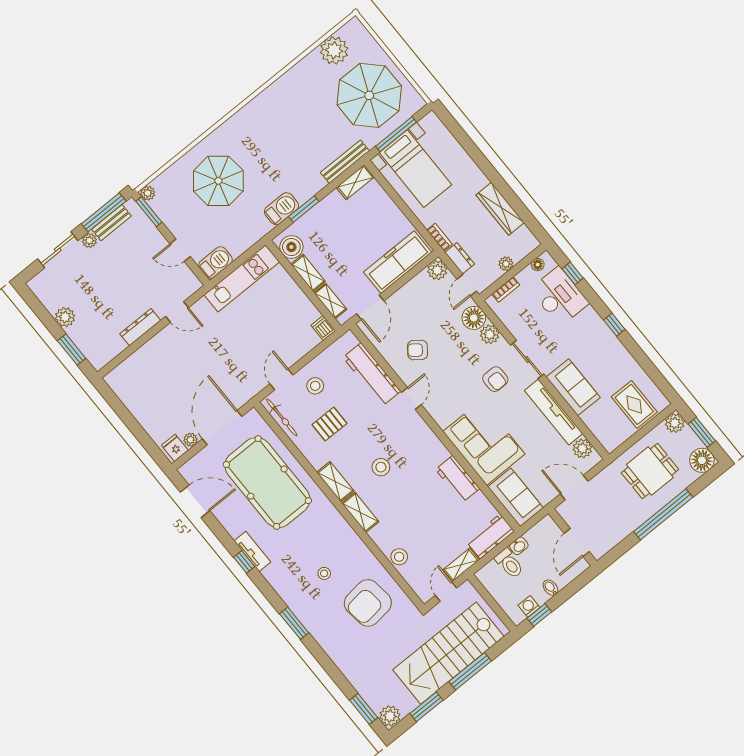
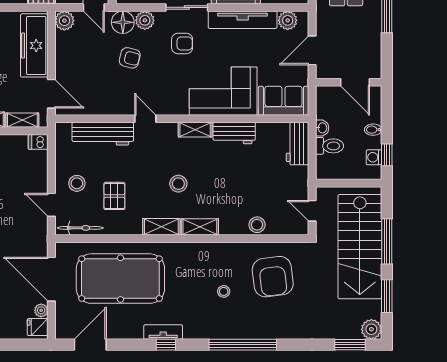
armchair: (418, 350) -> (130, 58), moved, turned -113
shelving: (461, 565) -> (195, 130), moved, turned 90
window: (294, 623) -> (243, 345), width x2.11

